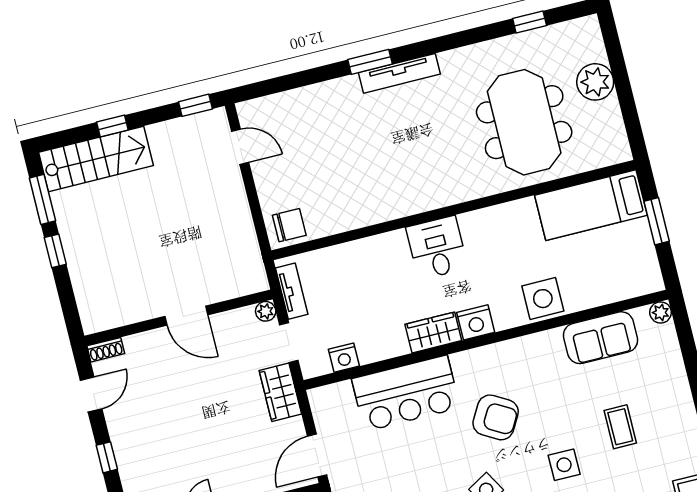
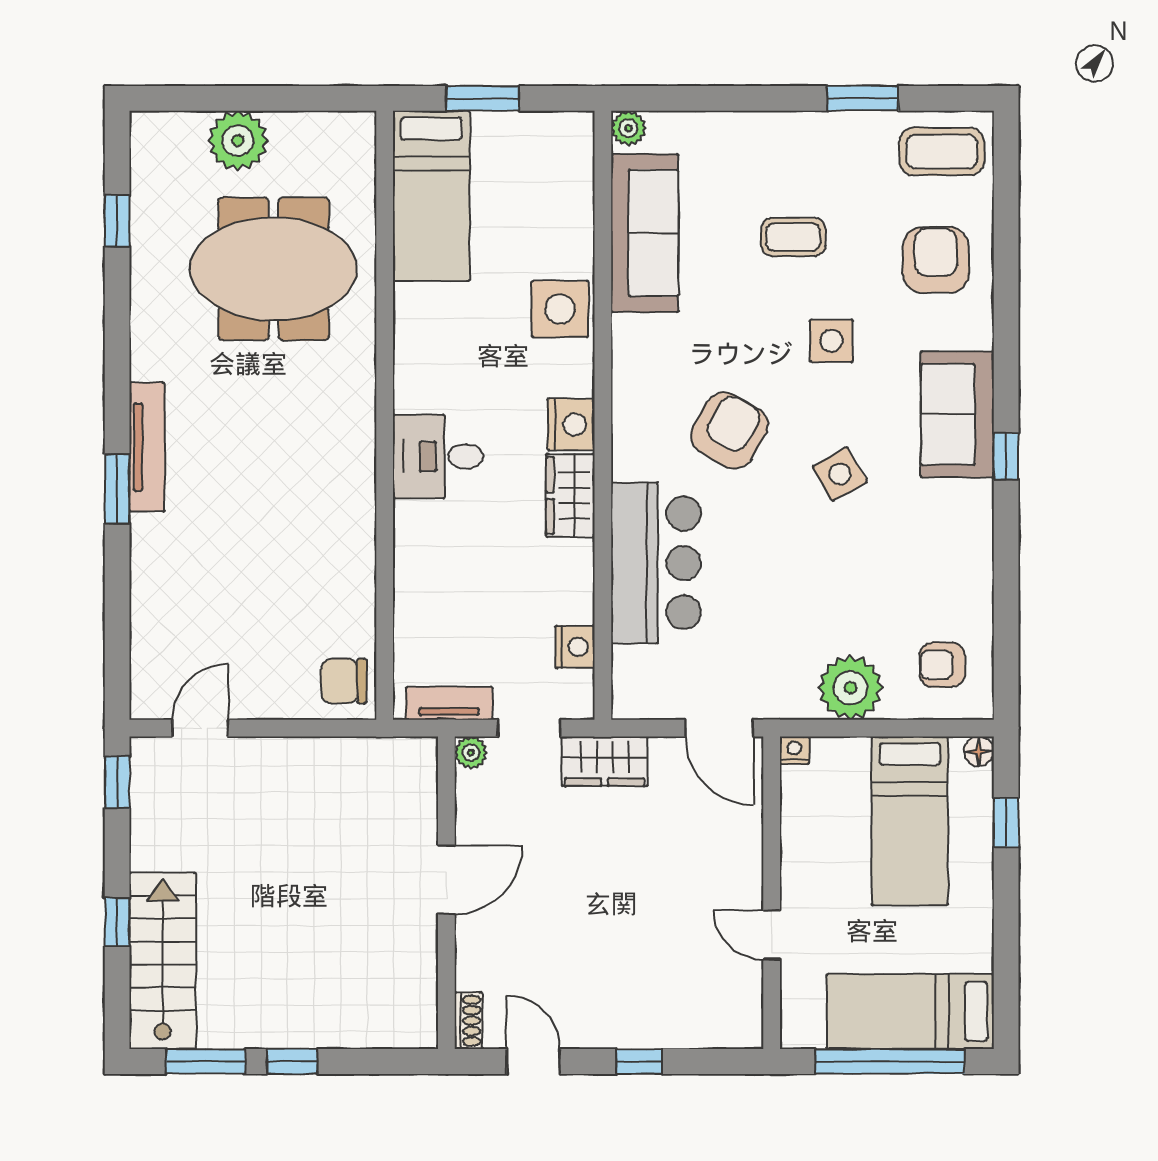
chair: (289, 225) -> (344, 681), turned -90
sofa: (601, 338) -> (645, 233), width x1.36

